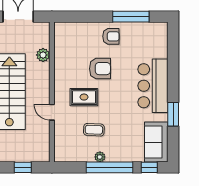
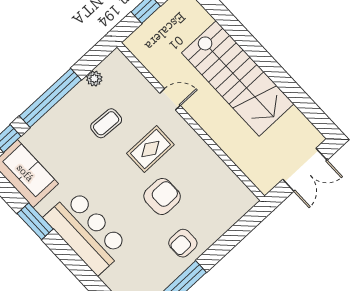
plant: (43, 55) -> (238, 153), removed
armchair: (100, 69) -> (162, 196), turned 180
plant: (100, 157) -> (94, 79), moved

